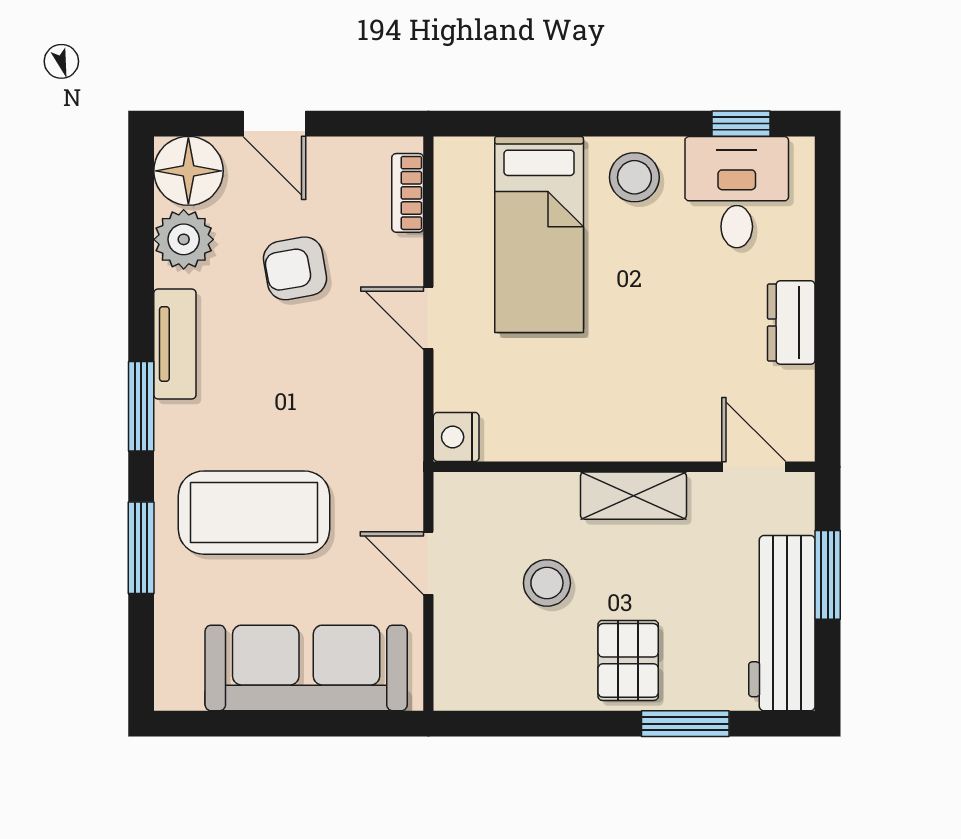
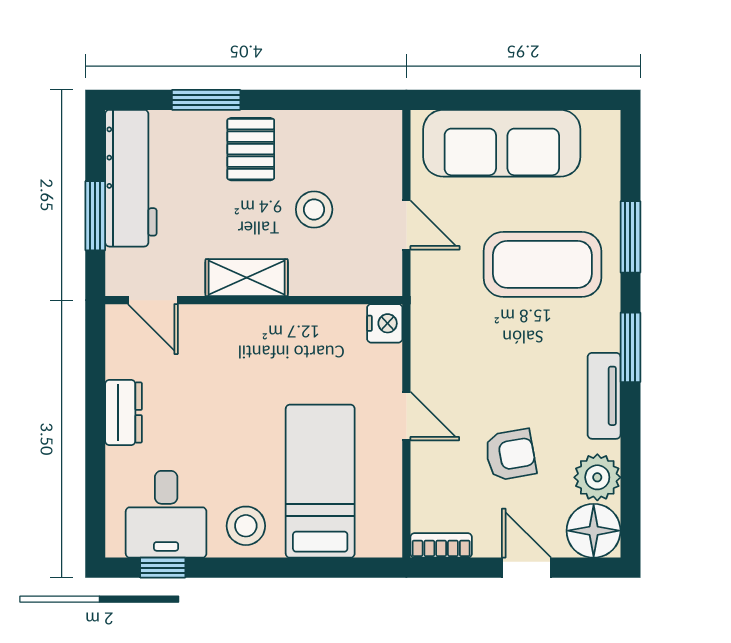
bookcase: (408, 193) -> (441, 545), moved, turned -90

